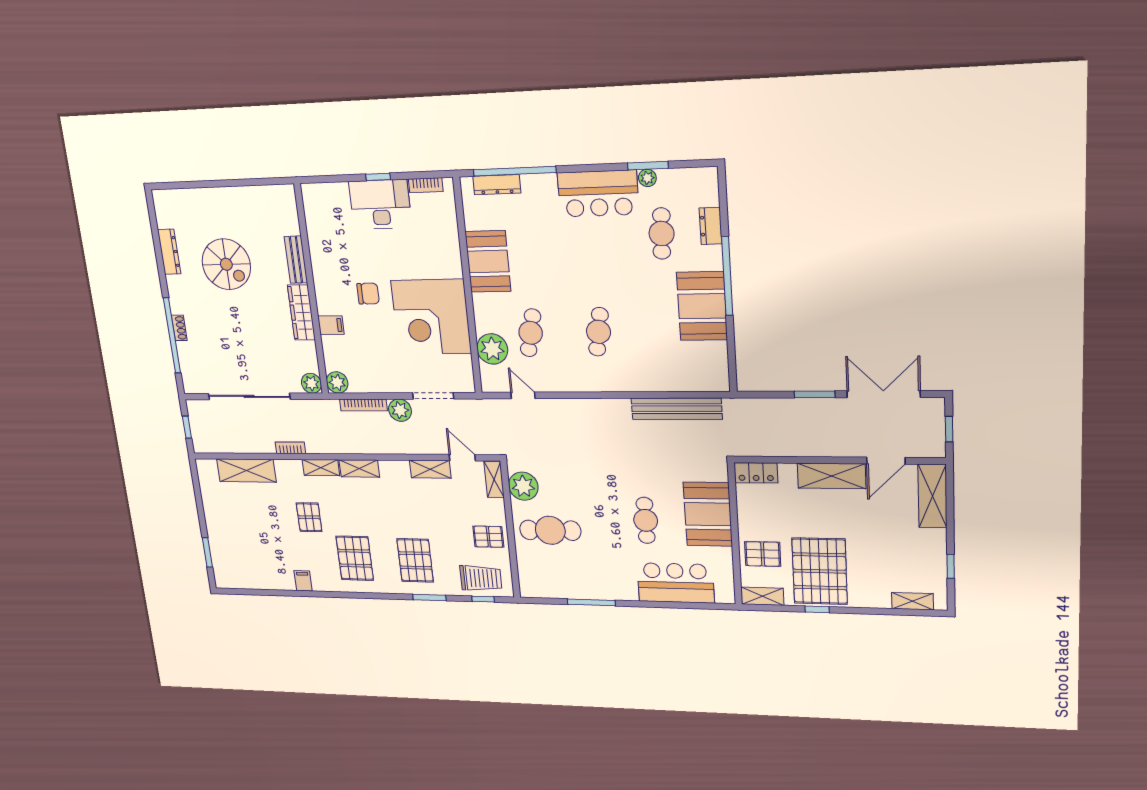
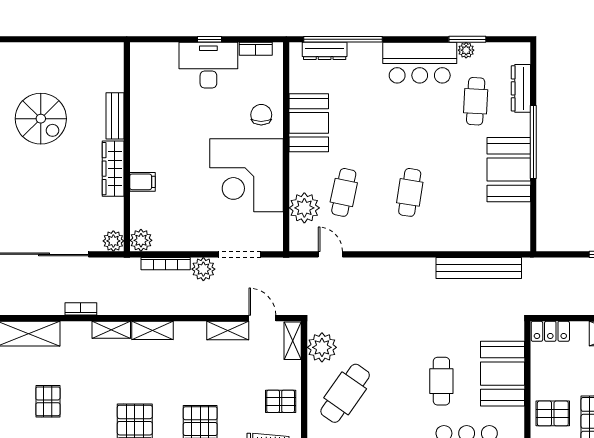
dresser: (711, 226) -> (521, 88), width x1.44
chair: (368, 294) -> (261, 115), moved, turned -90
pallet: (309, 517) -> (48, 401), moved
cafe table: (550, 530) -> (345, 393), turned -55

